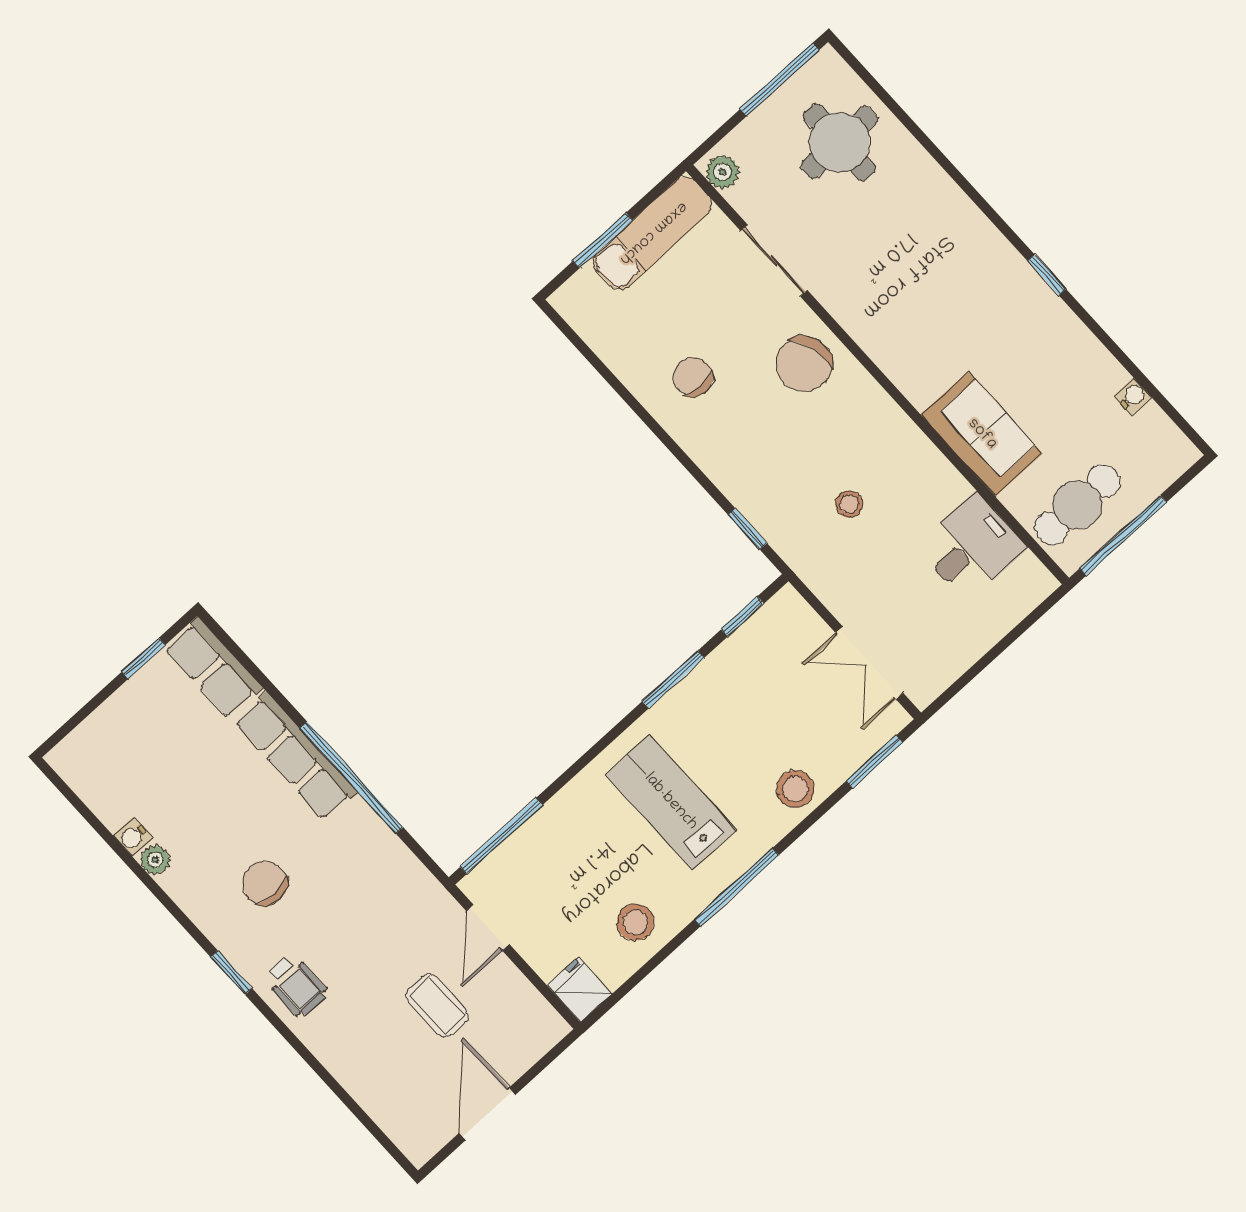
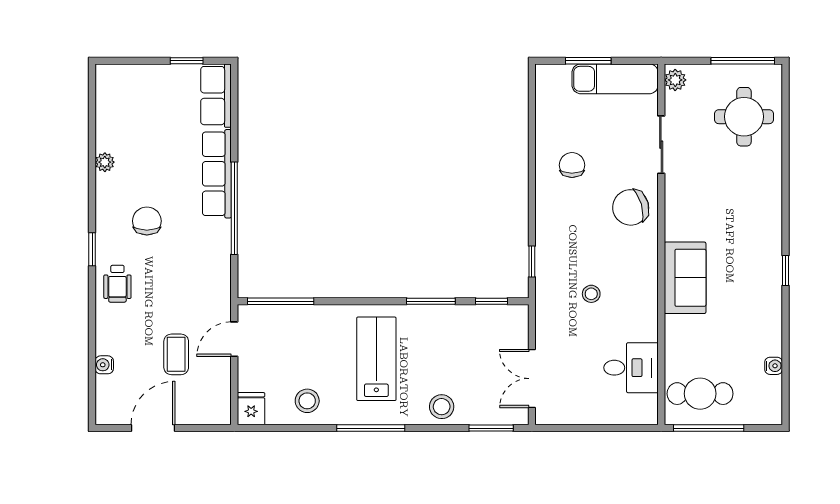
sofa: (982, 434) -> (685, 278), moved
water cooler: (133, 837) -> (104, 365), moved

